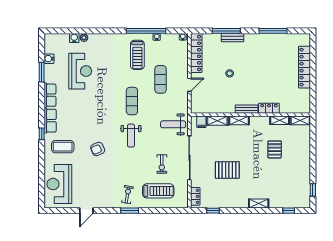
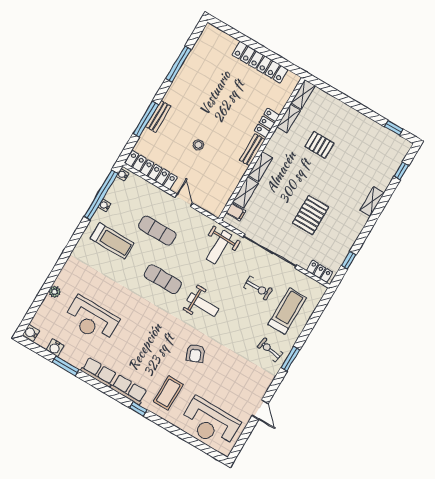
window: (146, 31) -> (101, 195), moved
water cooler: (74, 38) -> (31, 333), moved
locker: (304, 67) -> (260, 62), moved
reception desk: (80, 71) -> (91, 320), turned 180

